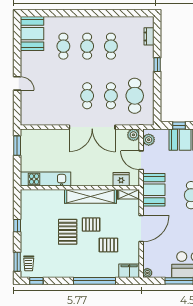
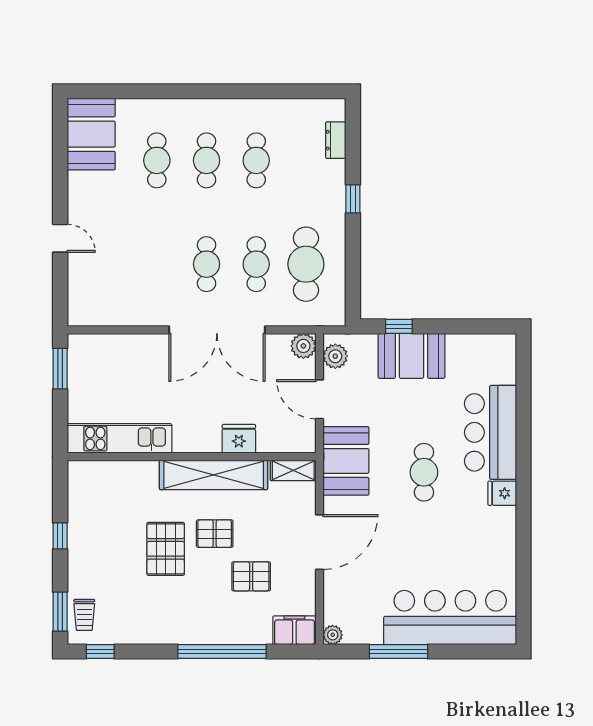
fridge: (121, 179) -> (239, 439), moved

